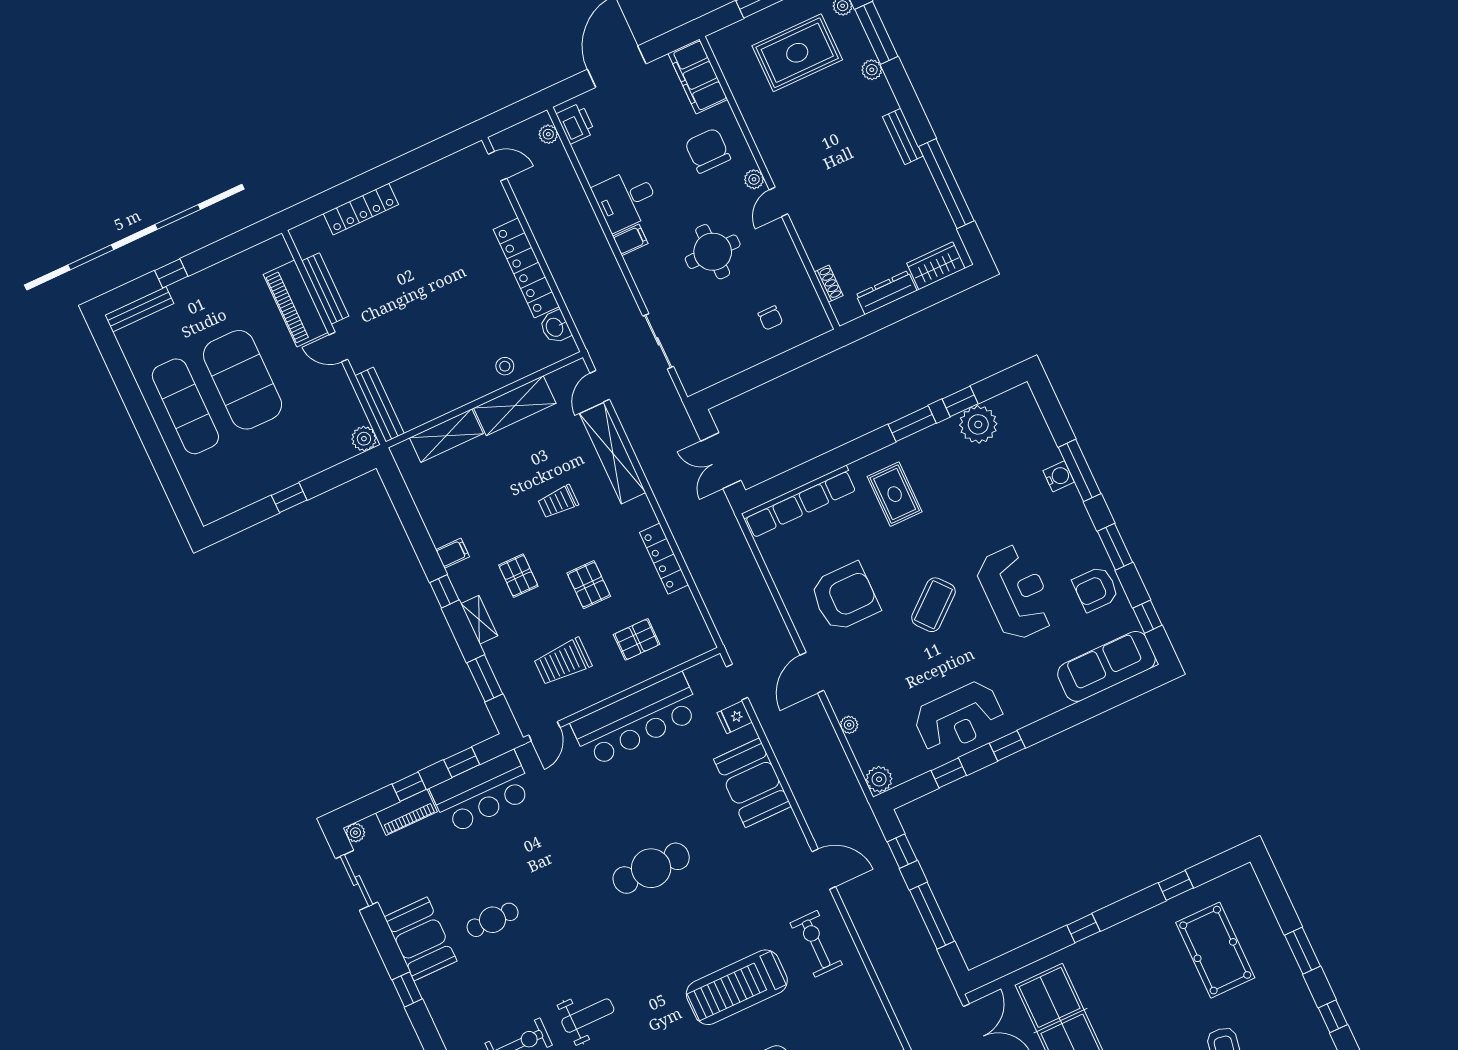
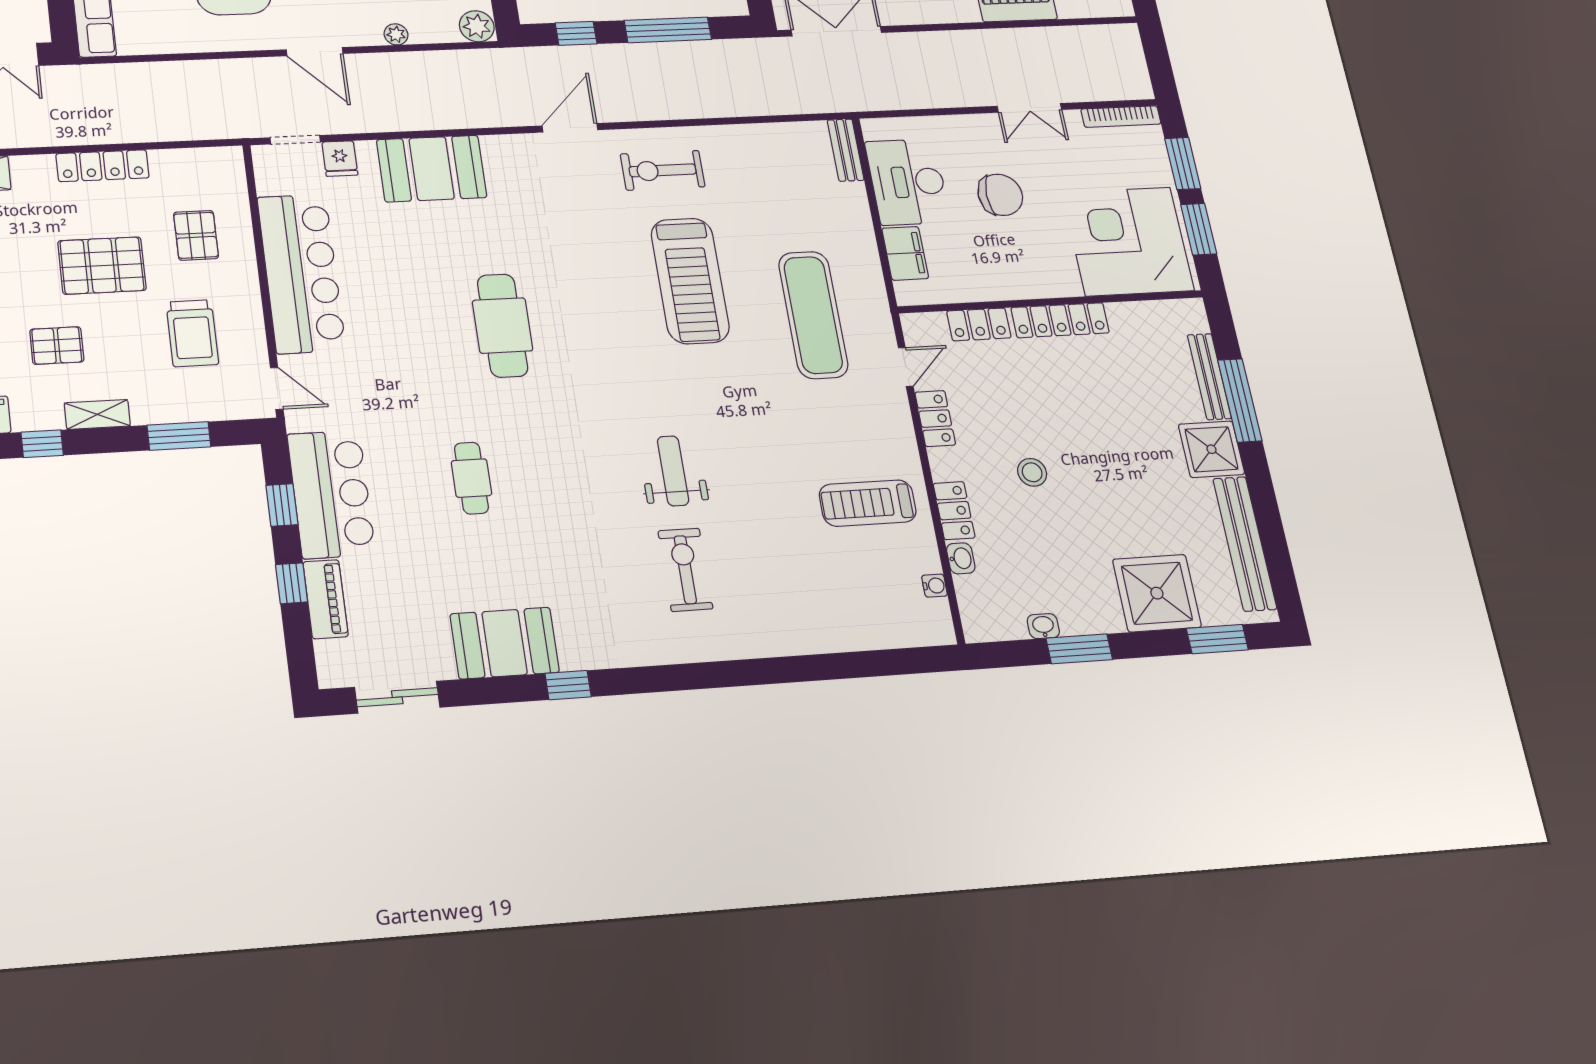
pallet: (589, 585) -> (102, 266), width x1.50, depth x1.42
plant: (355, 833) -> (331, 675), removed
cafe table: (493, 920) -> (471, 478), moved

